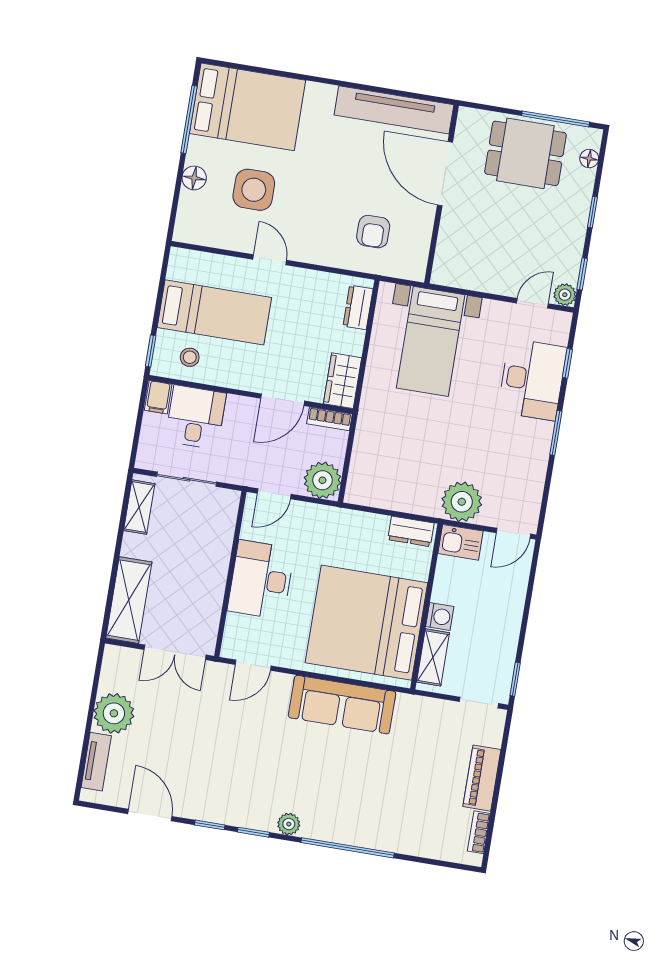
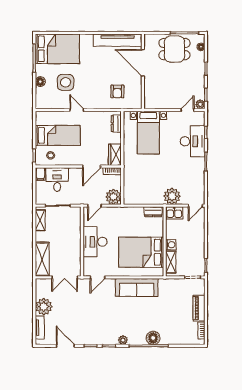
bed: (366, 623) -> (141, 252), width x0.73
floor lamp: (361, 831) -> (153, 338), added

